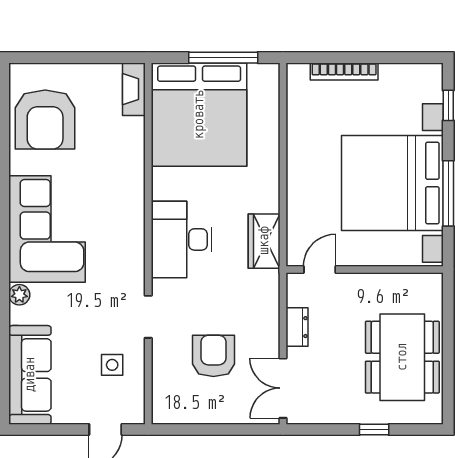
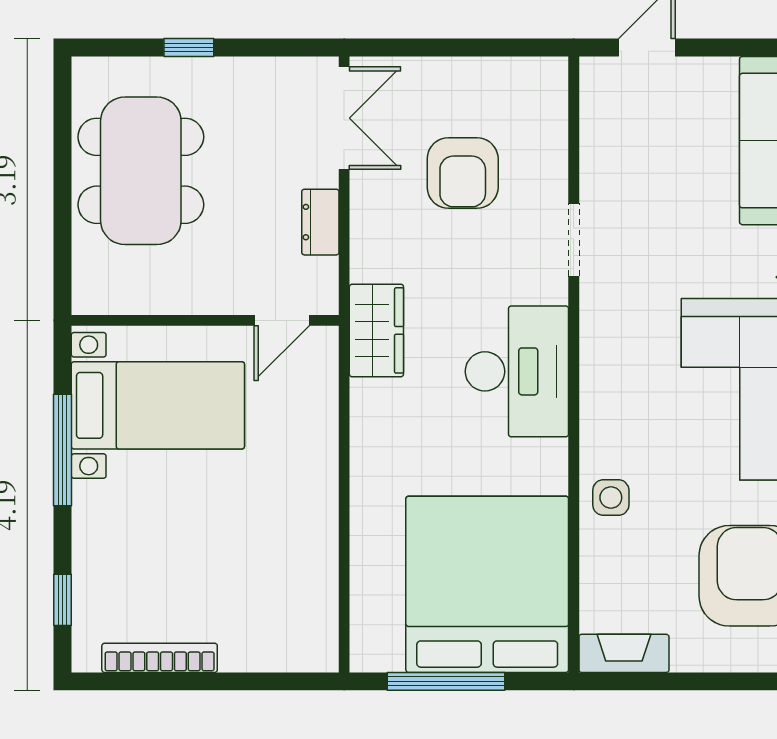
bookcase: (344, 71) -> (160, 658), moved
fireplace: (134, 89) -> (624, 653), moved, turned -90
bed with nightstands: (392, 183) -> (158, 405), width x0.54
wardrobe: (264, 241) -> (376, 330), moved
side table: (112, 365) -> (611, 498), moved

